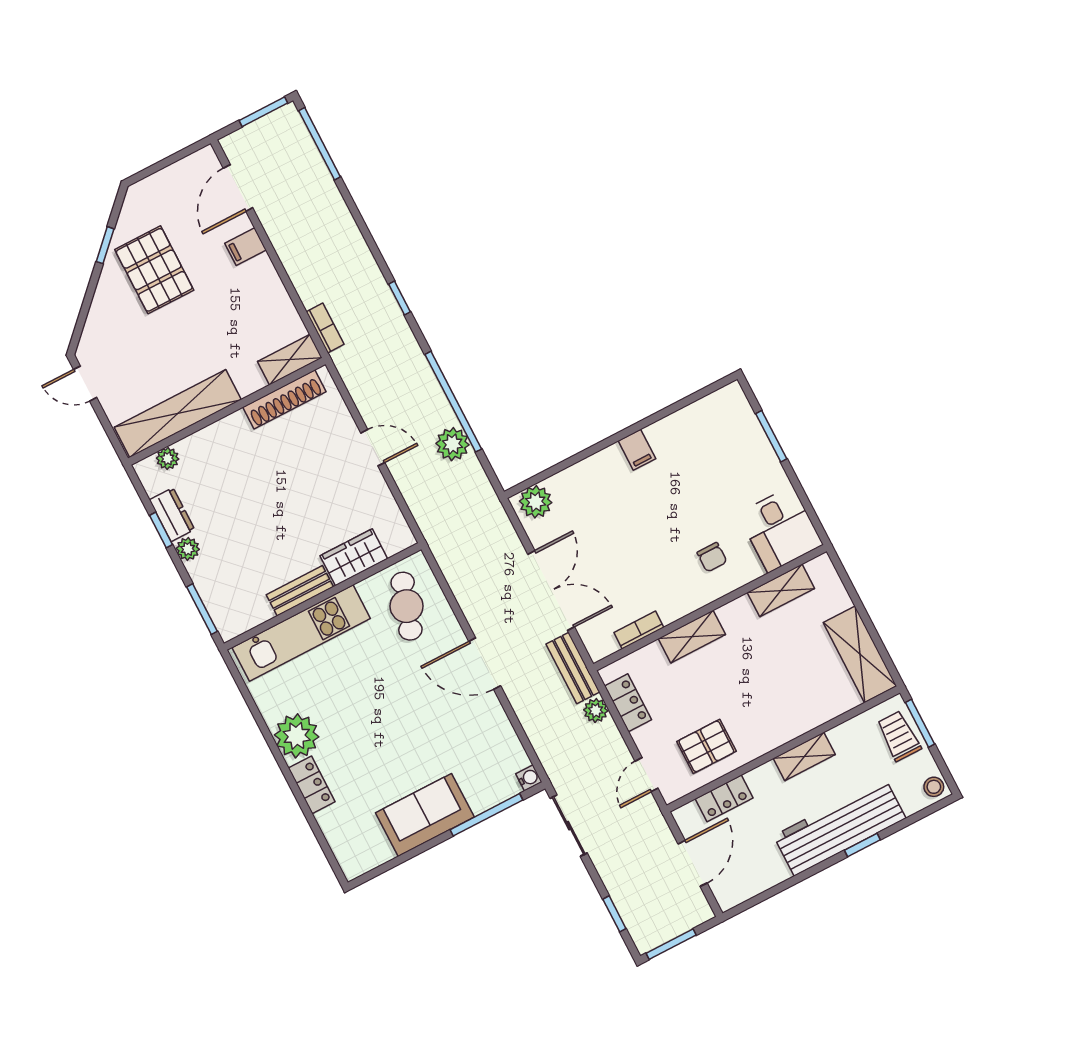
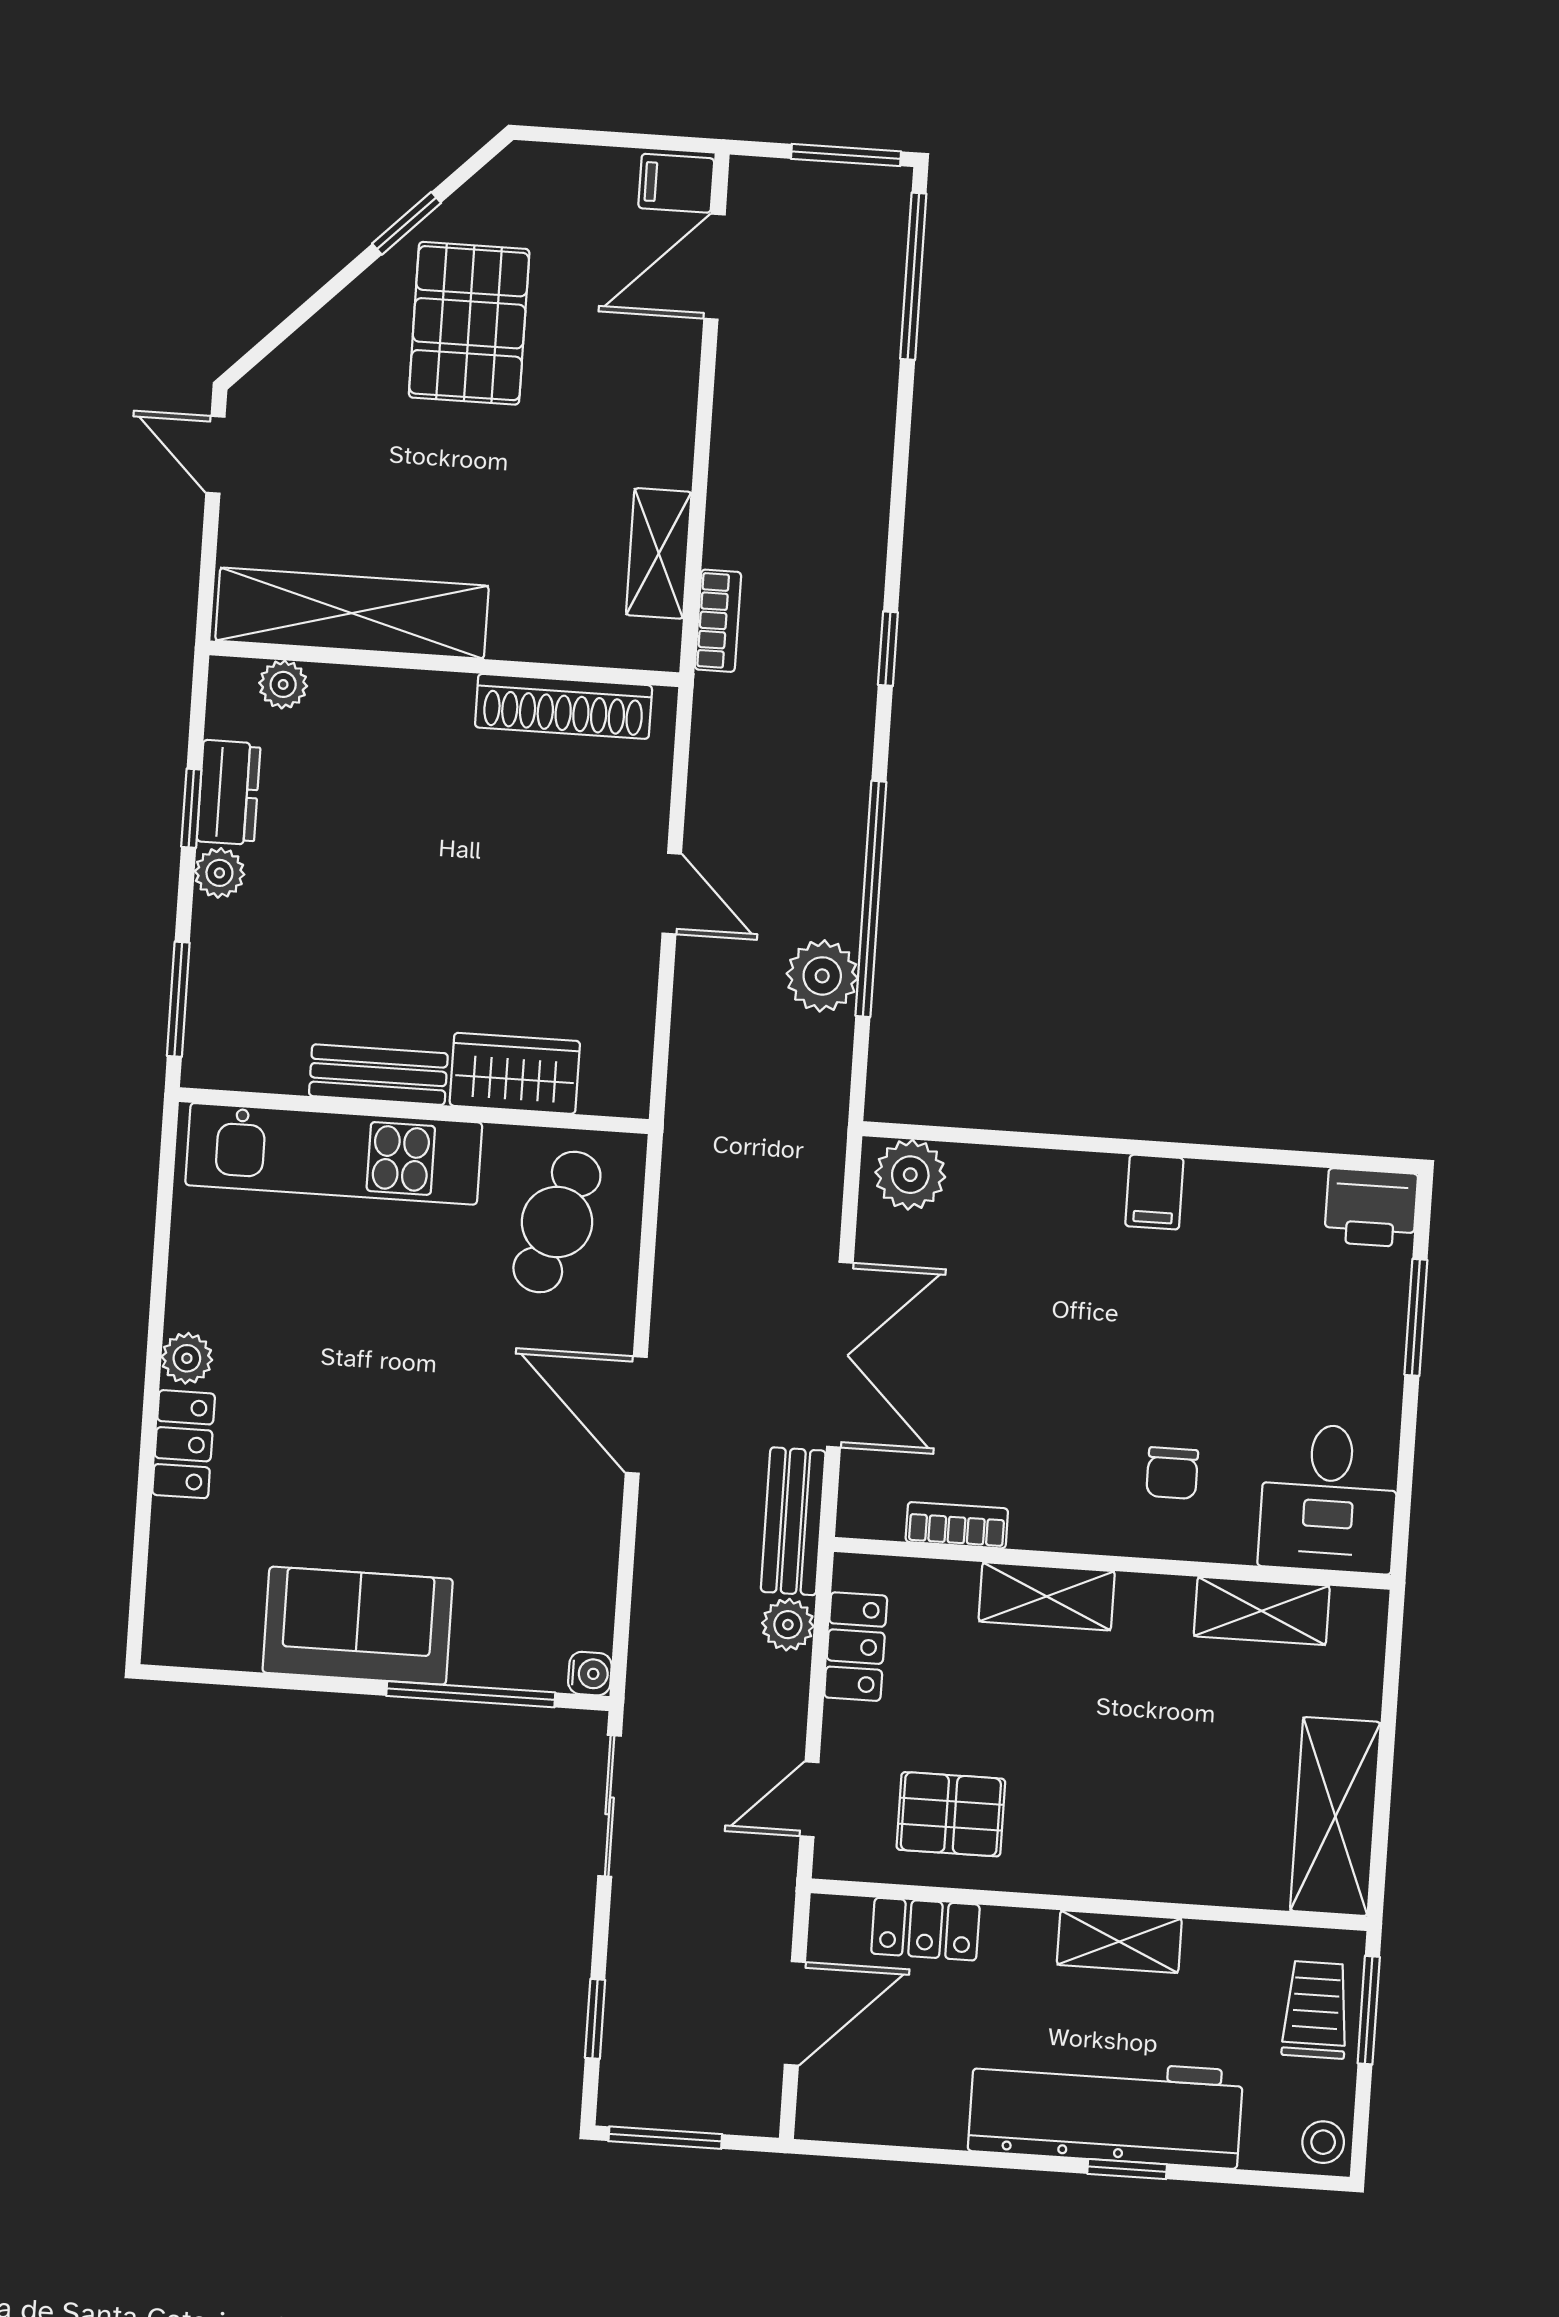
filing cabinet: (246, 247) -> (676, 183), moved
shelving: (290, 360) -> (659, 553), moved, turned 90
printer: (727, 404) -> (1371, 1208), added
plant: (297, 736) -> (187, 1358), width x0.53, depth x0.53

